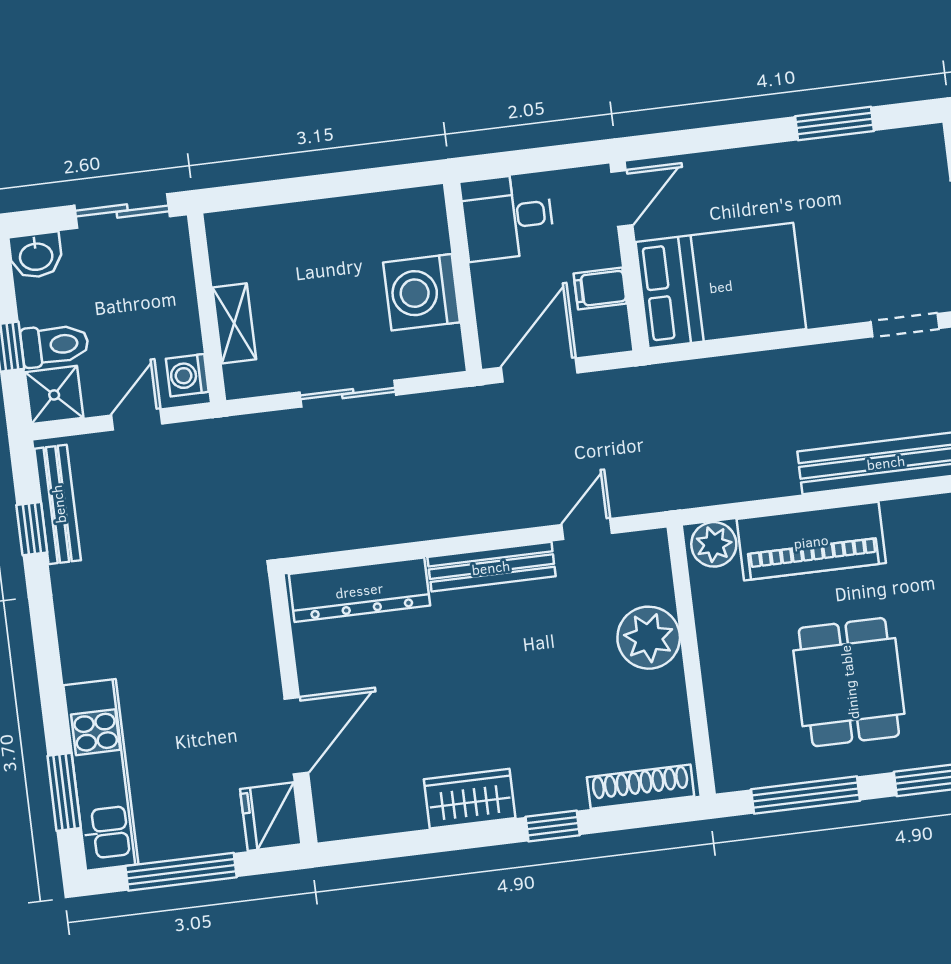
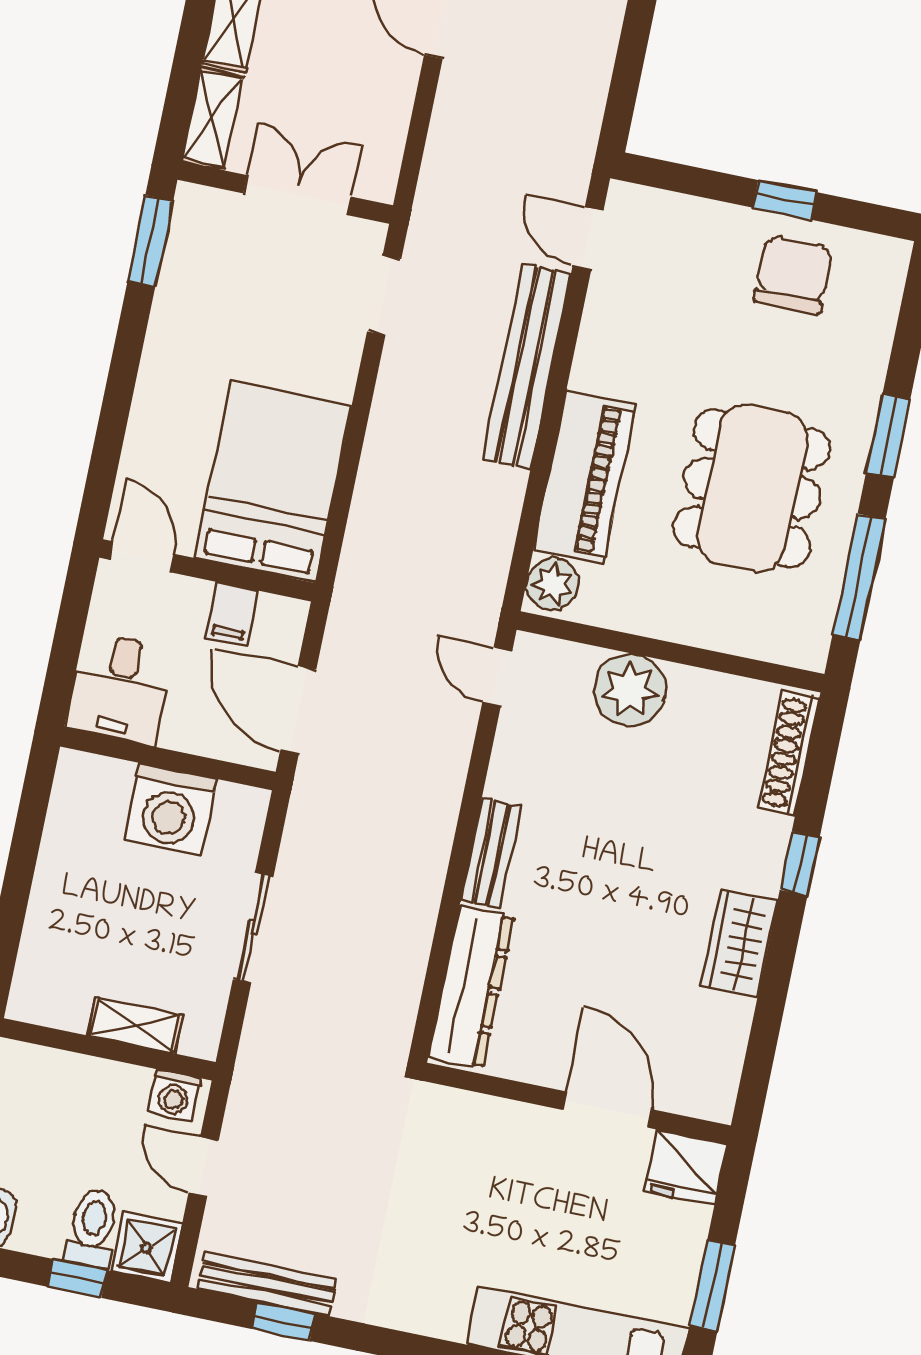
window: (835, 124) -> (150, 241), moved
door: (587, 529) -> (497, 677), moved
bench: (491, 567) -> (491, 853), width x0.73
dining table: (849, 682) -> (752, 488), width x1.38
window: (181, 872) -> (712, 1285), width x0.69

